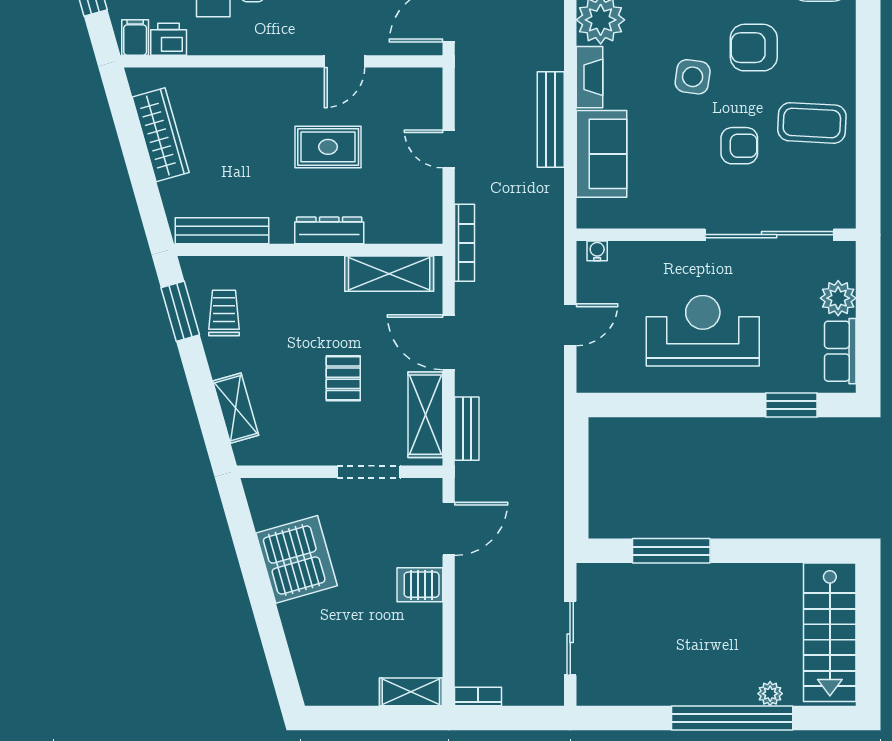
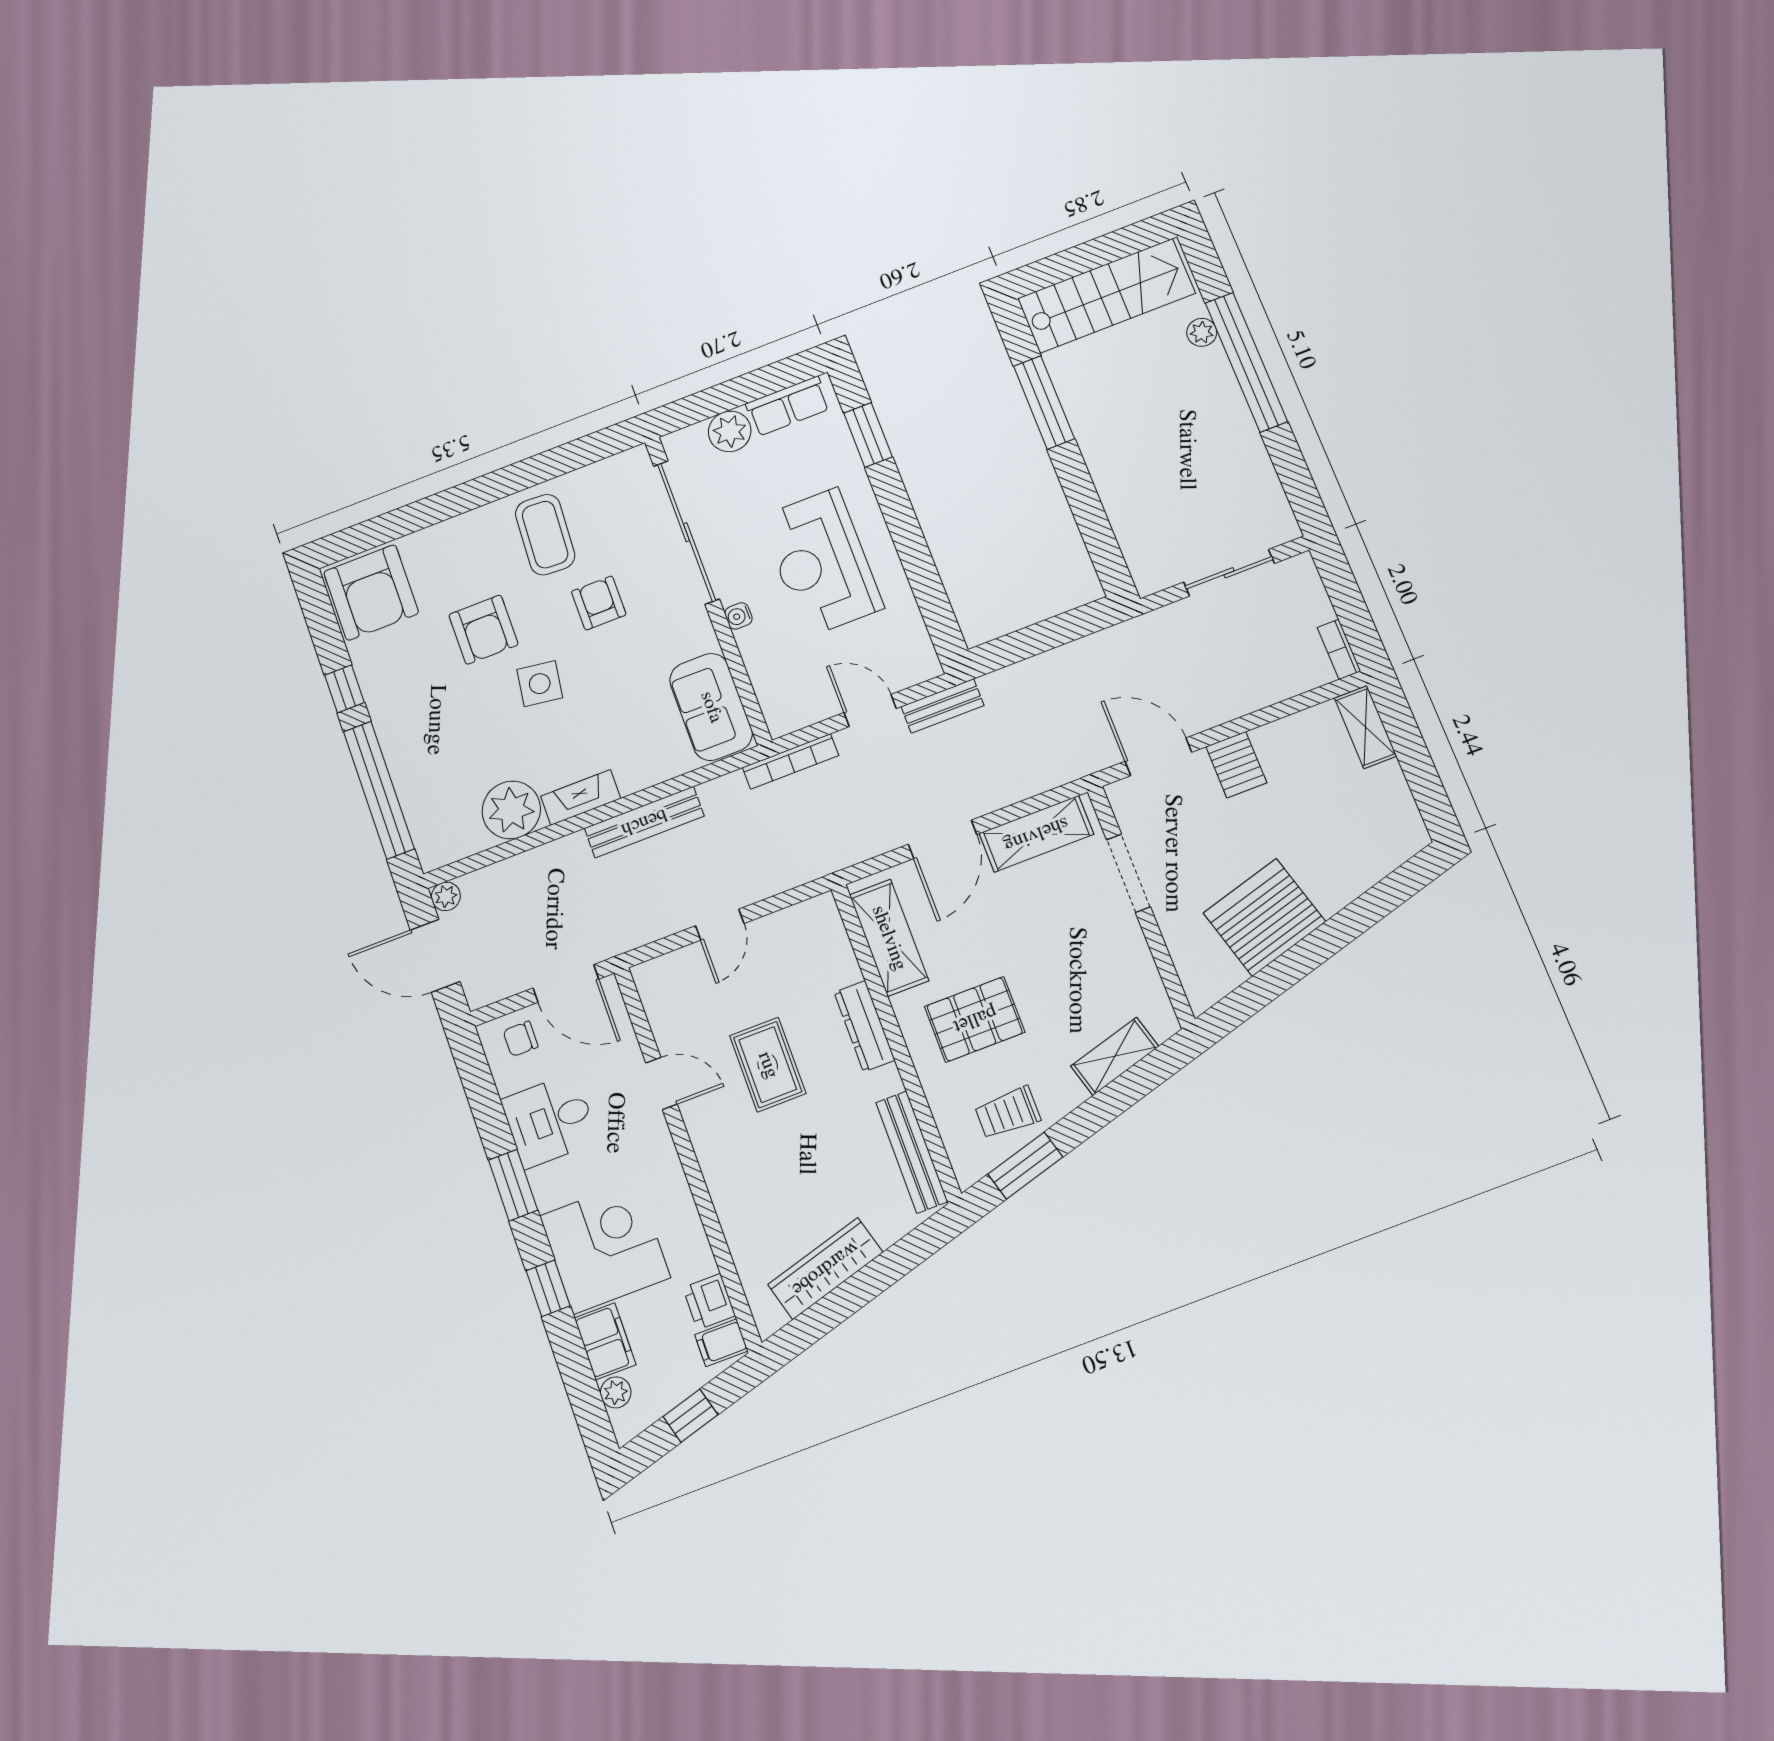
sofa: (601, 154) -> (711, 707), moved, turned -90
bookcase: (465, 243) -> (791, 761), moved, turned 180
water cooler: (597, 251) -> (738, 616), moved
pallet: (343, 378) -> (975, 1019), moved, width x1.50, depth x1.42
bench: (467, 429) -> (942, 706), moved
window: (671, 551) -> (1044, 402), moved

